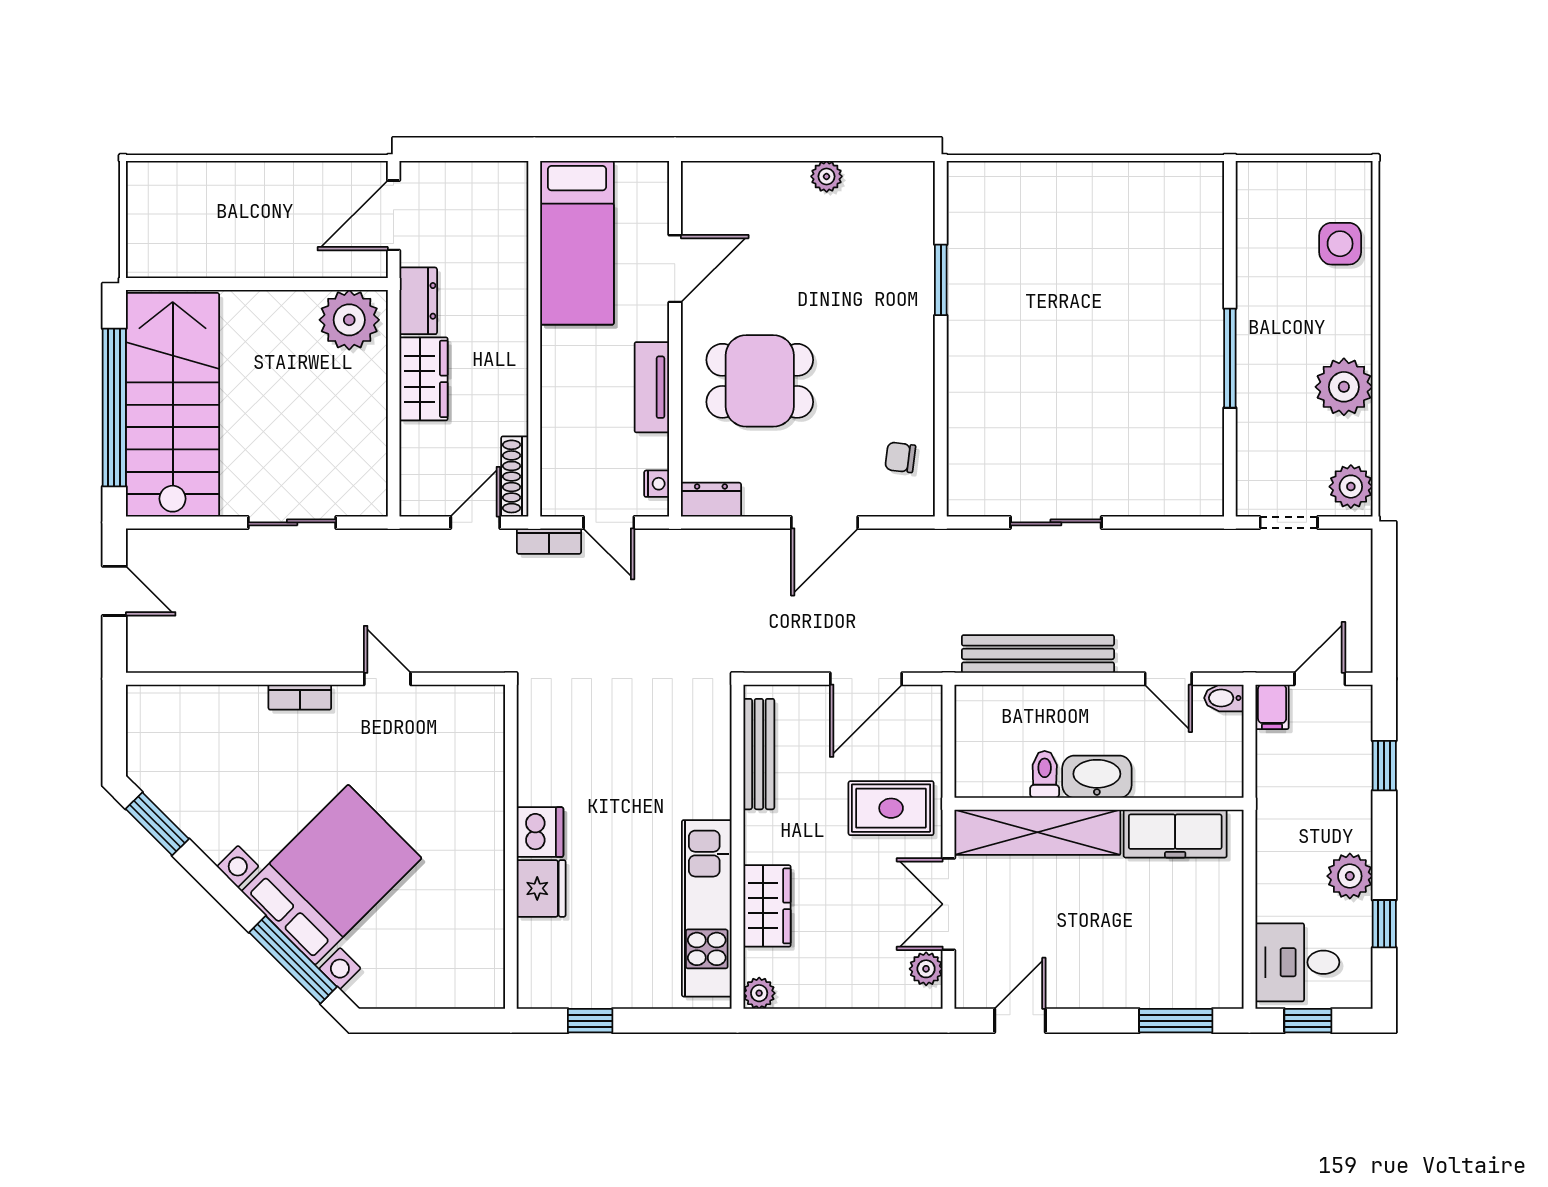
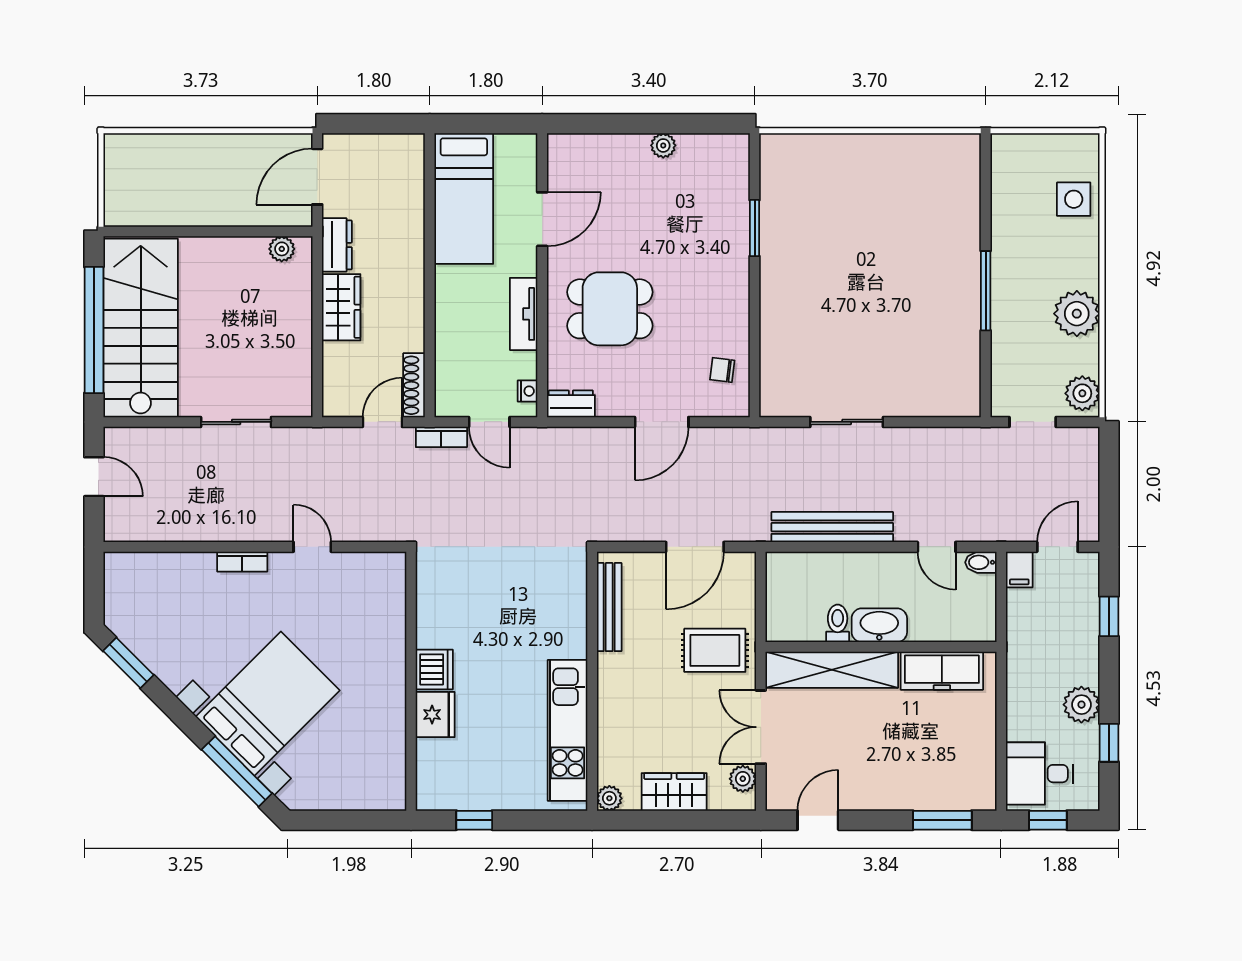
plant: (349, 320) -> (282, 249), width x0.53, depth x0.53
wardrobe: (767, 906) -> (674, 792), moved, turned -90

